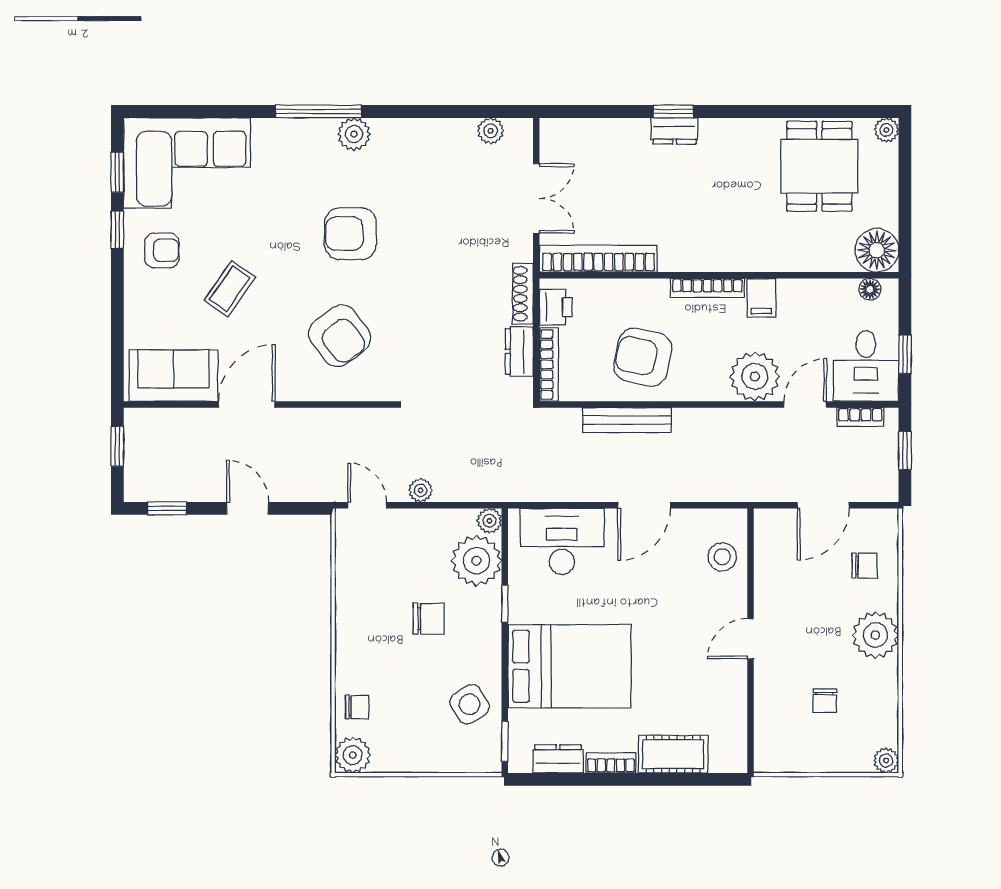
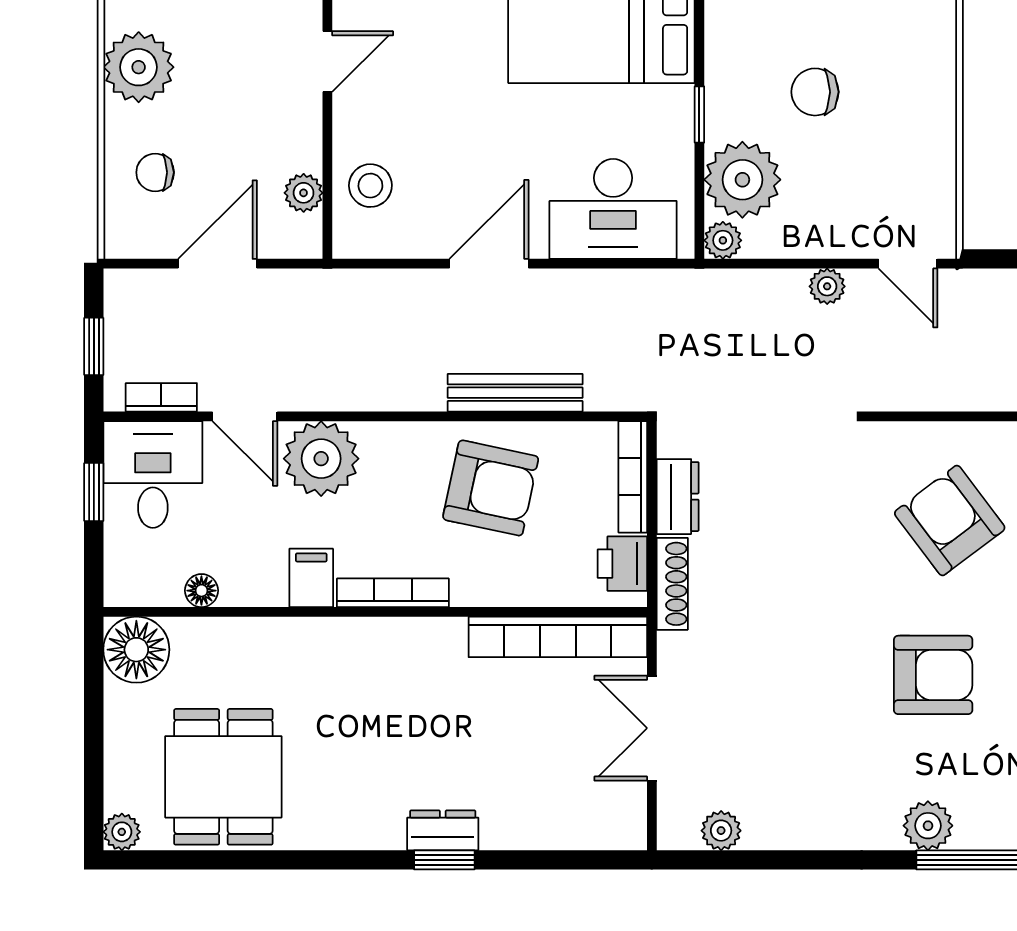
floor lamp: (870, 289) -> (201, 591), moved
door: (805, 404) -> (245, 416), hinge flipped
plant: (766, 552) -> (304, 193), added

